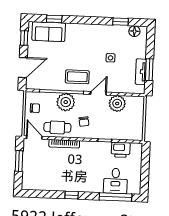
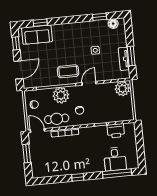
plant: (117, 103) -> (122, 89), moved

